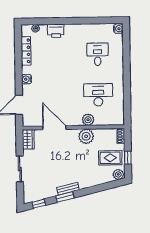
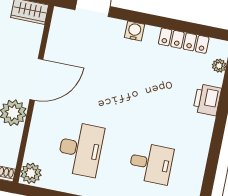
plant: (88, 120) -> (31, 173), moved
door: (54, 128) -> (36, 79), moved

